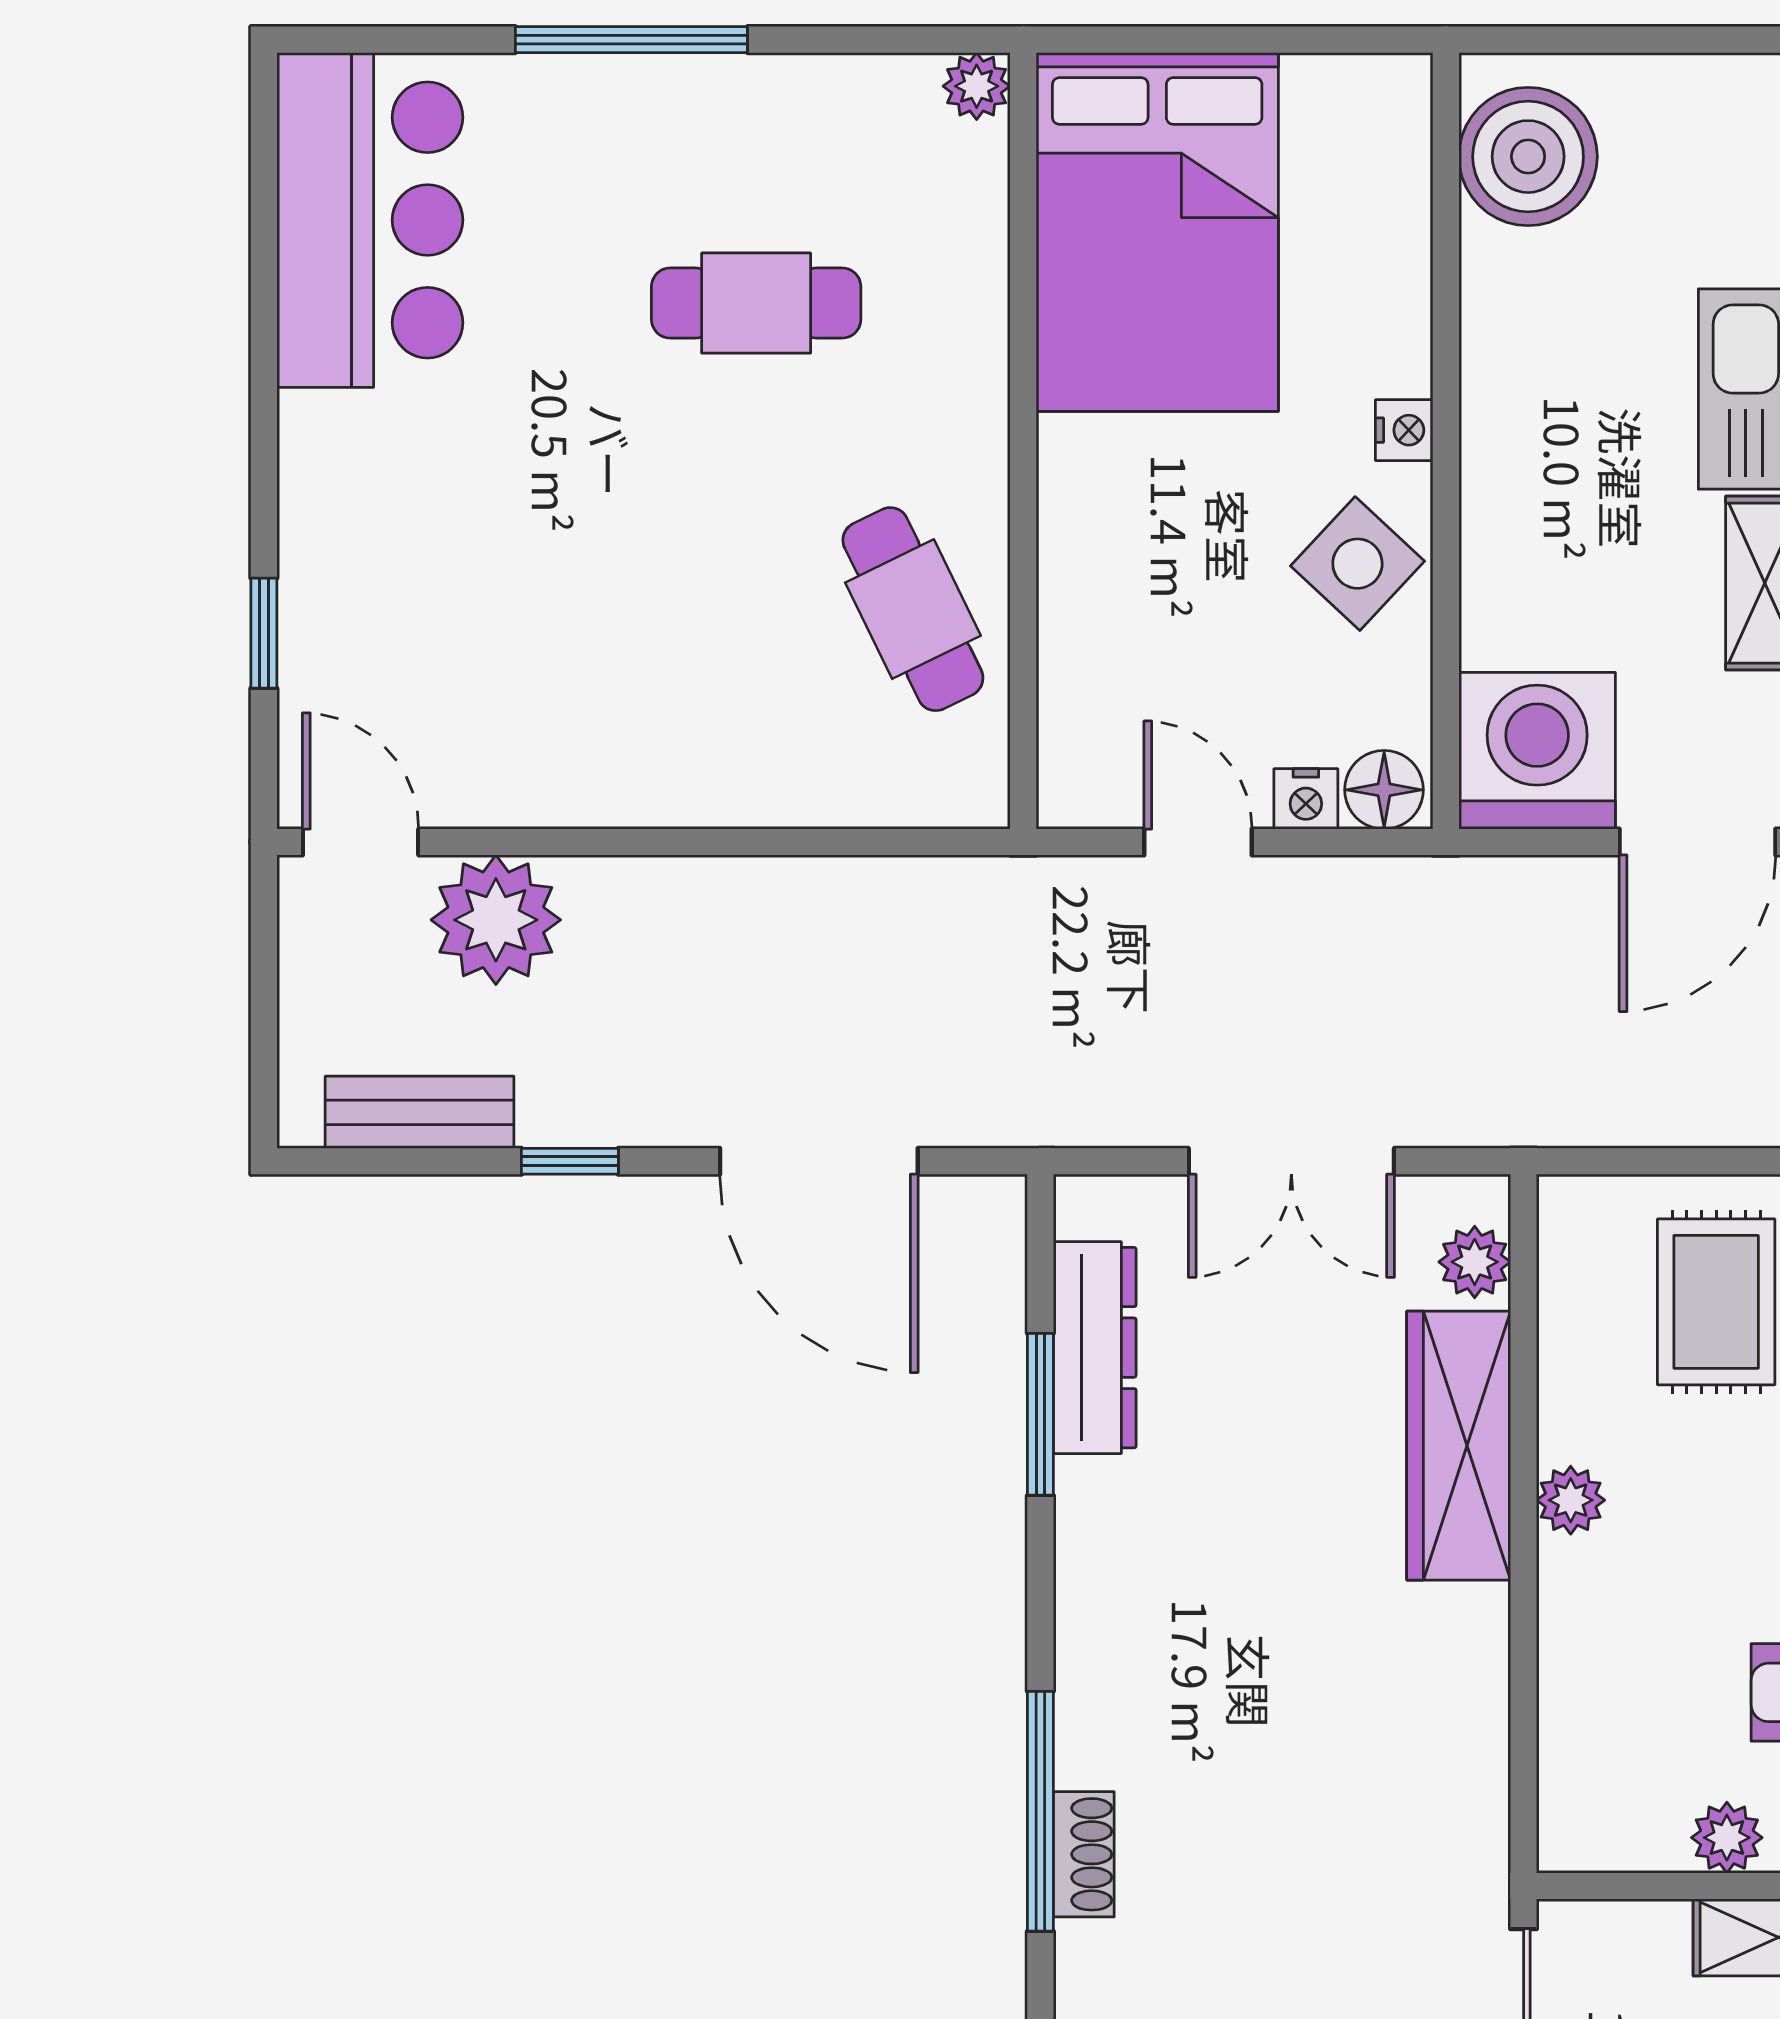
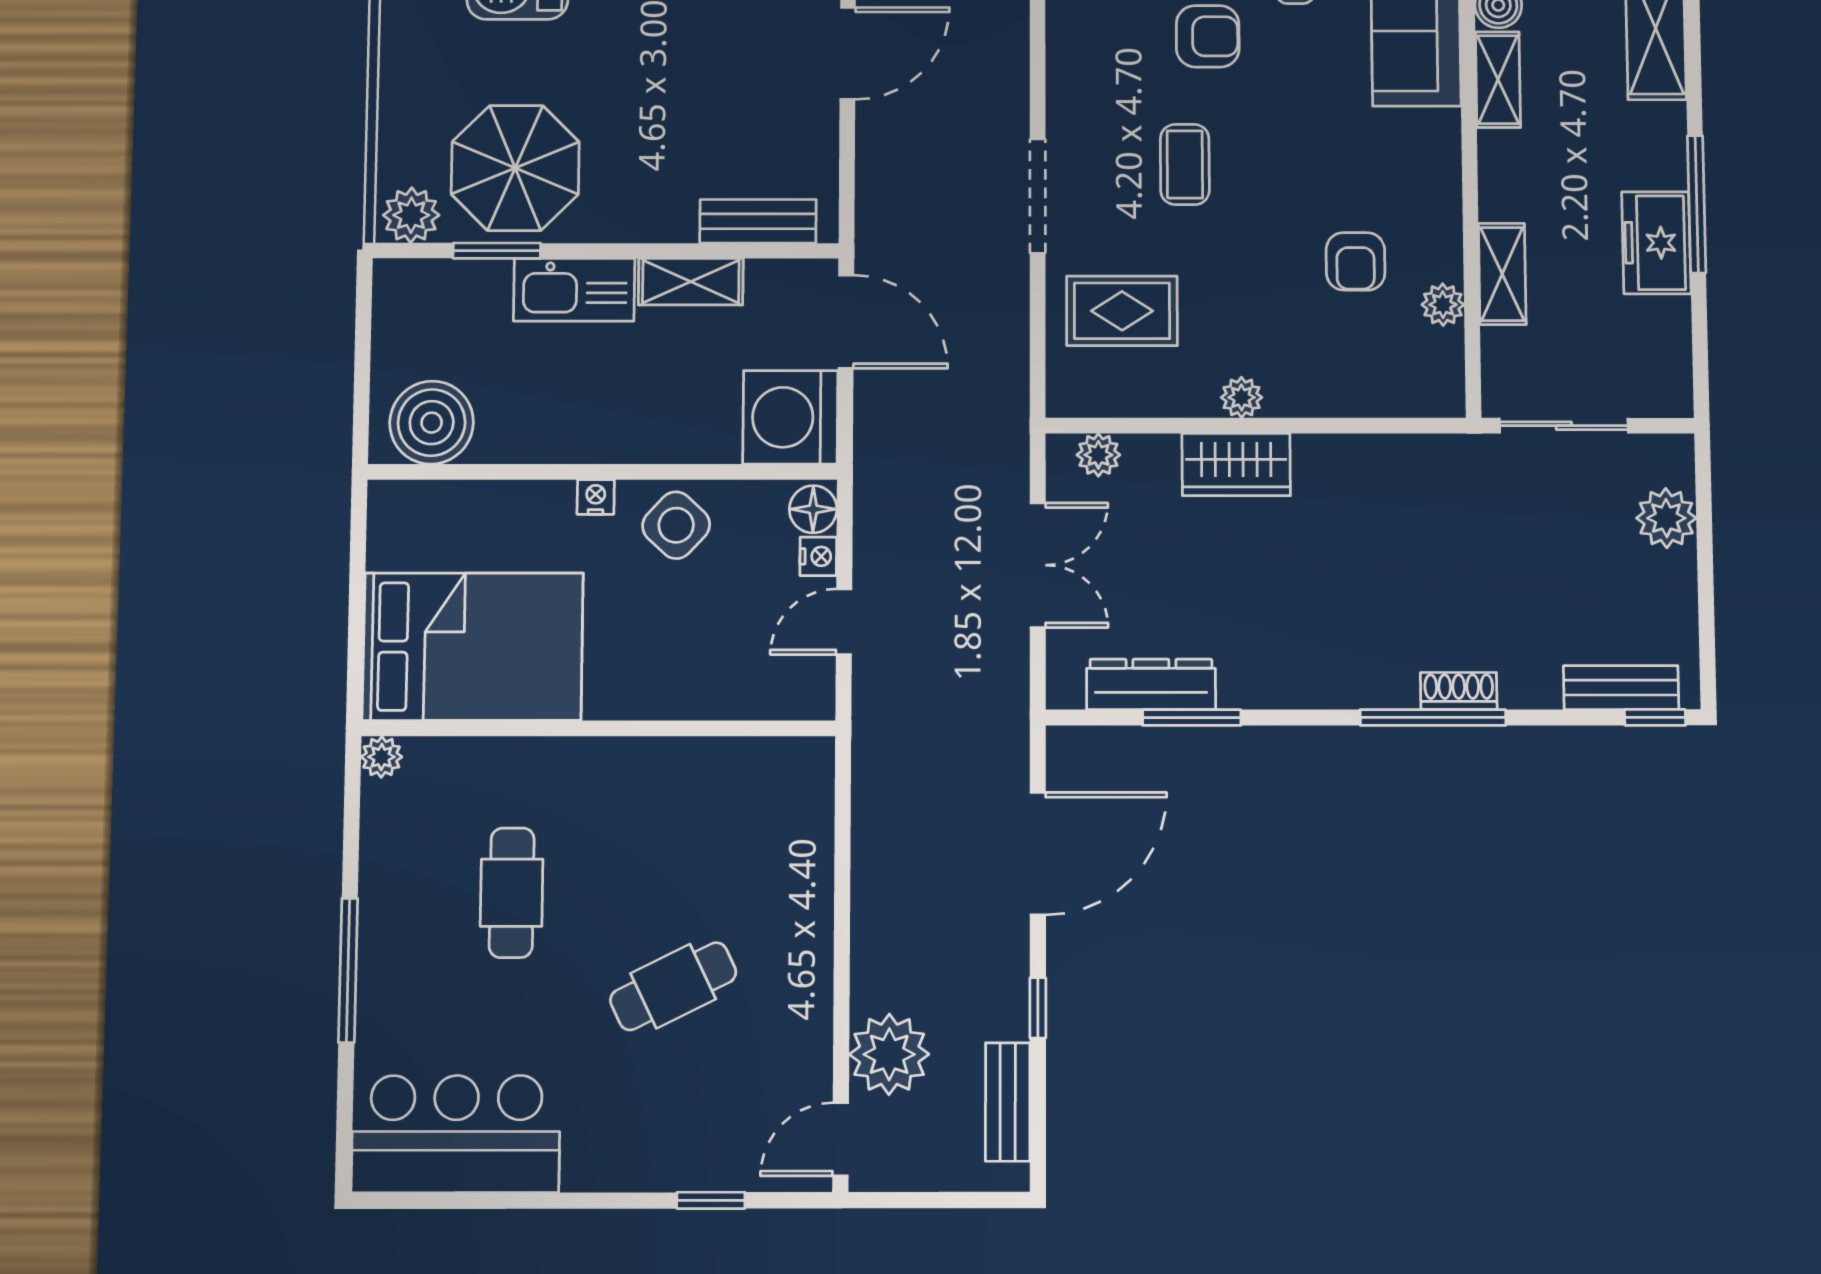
cafe table: (913, 609) -> (673, 986), moved
wardrobe: (1459, 1446) -> (1236, 464), width x0.67

